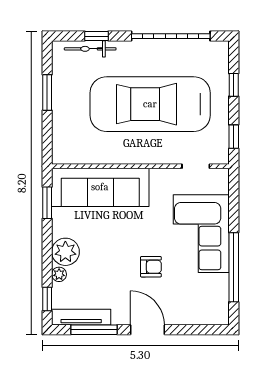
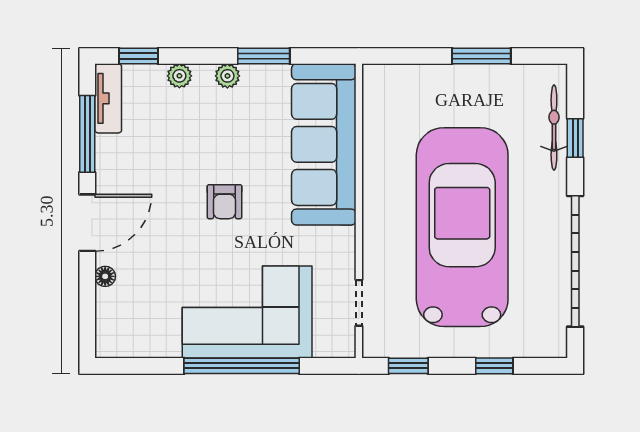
window: (47, 203) -> (264, 56), moved
plant: (65, 252) -> (227, 76), width x0.53, depth x0.53
armchair: (151, 267) -> (224, 202), moved
window: (234, 267) -> (242, 366), moved
tv unit: (81, 317) -> (108, 98), width x0.71
floor lamp: (180, 319) -> (105, 276), added

